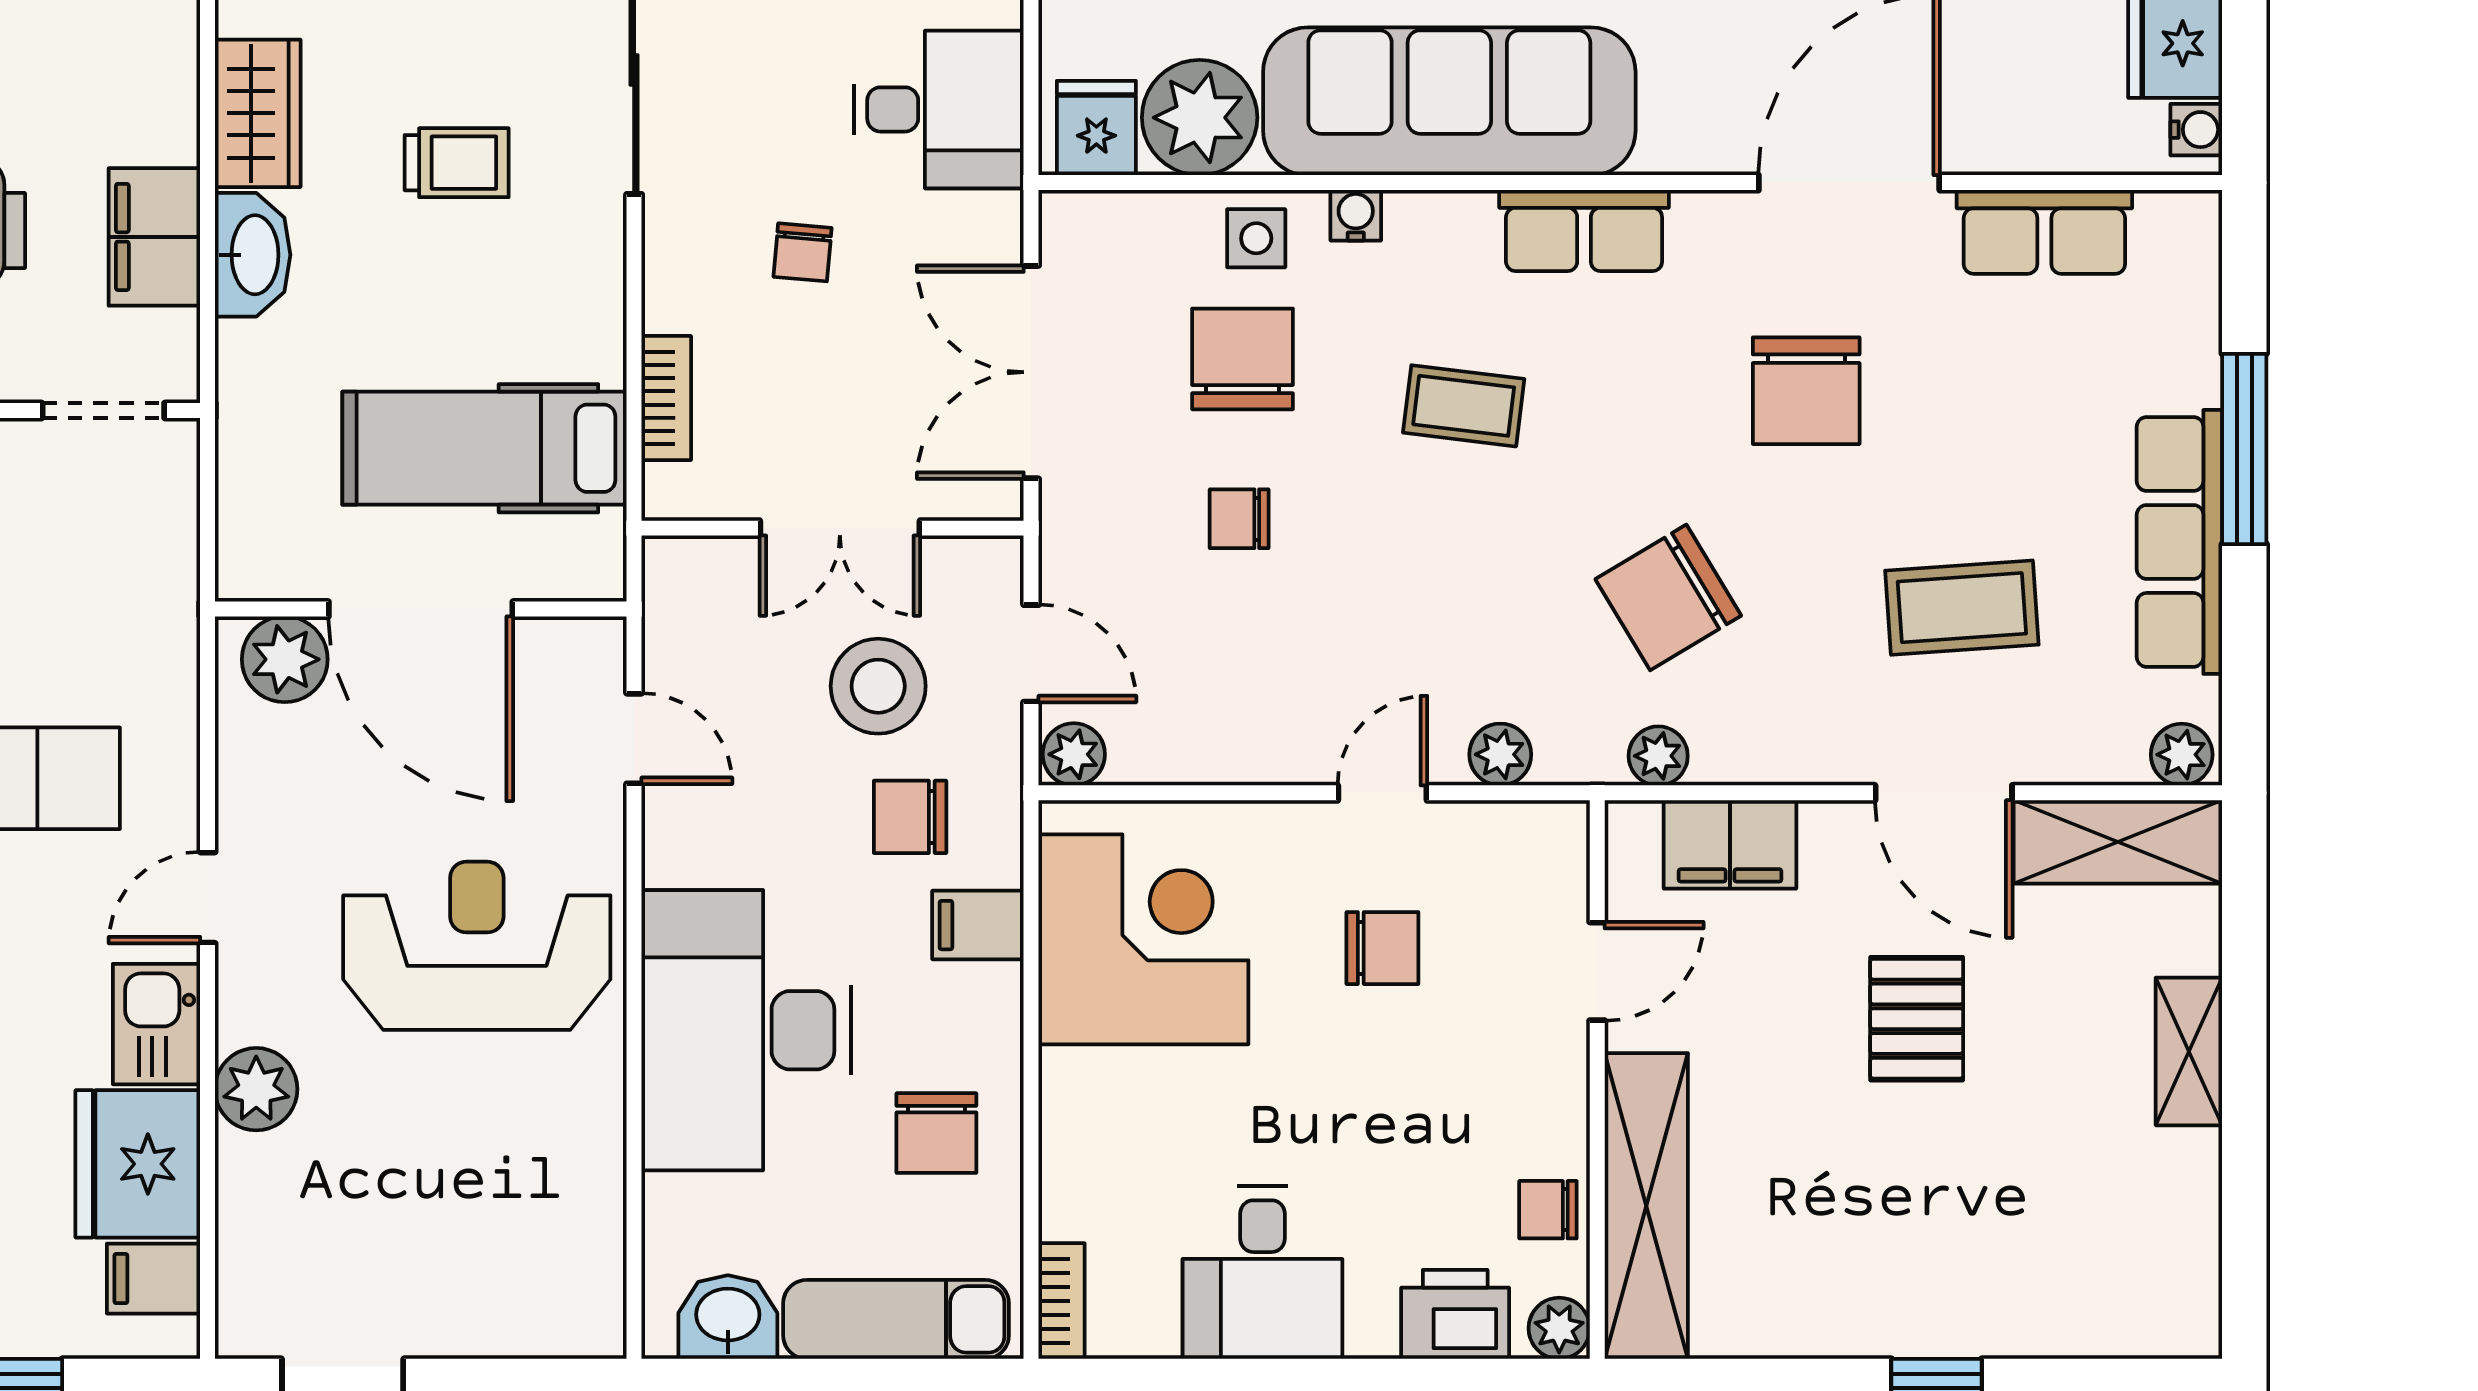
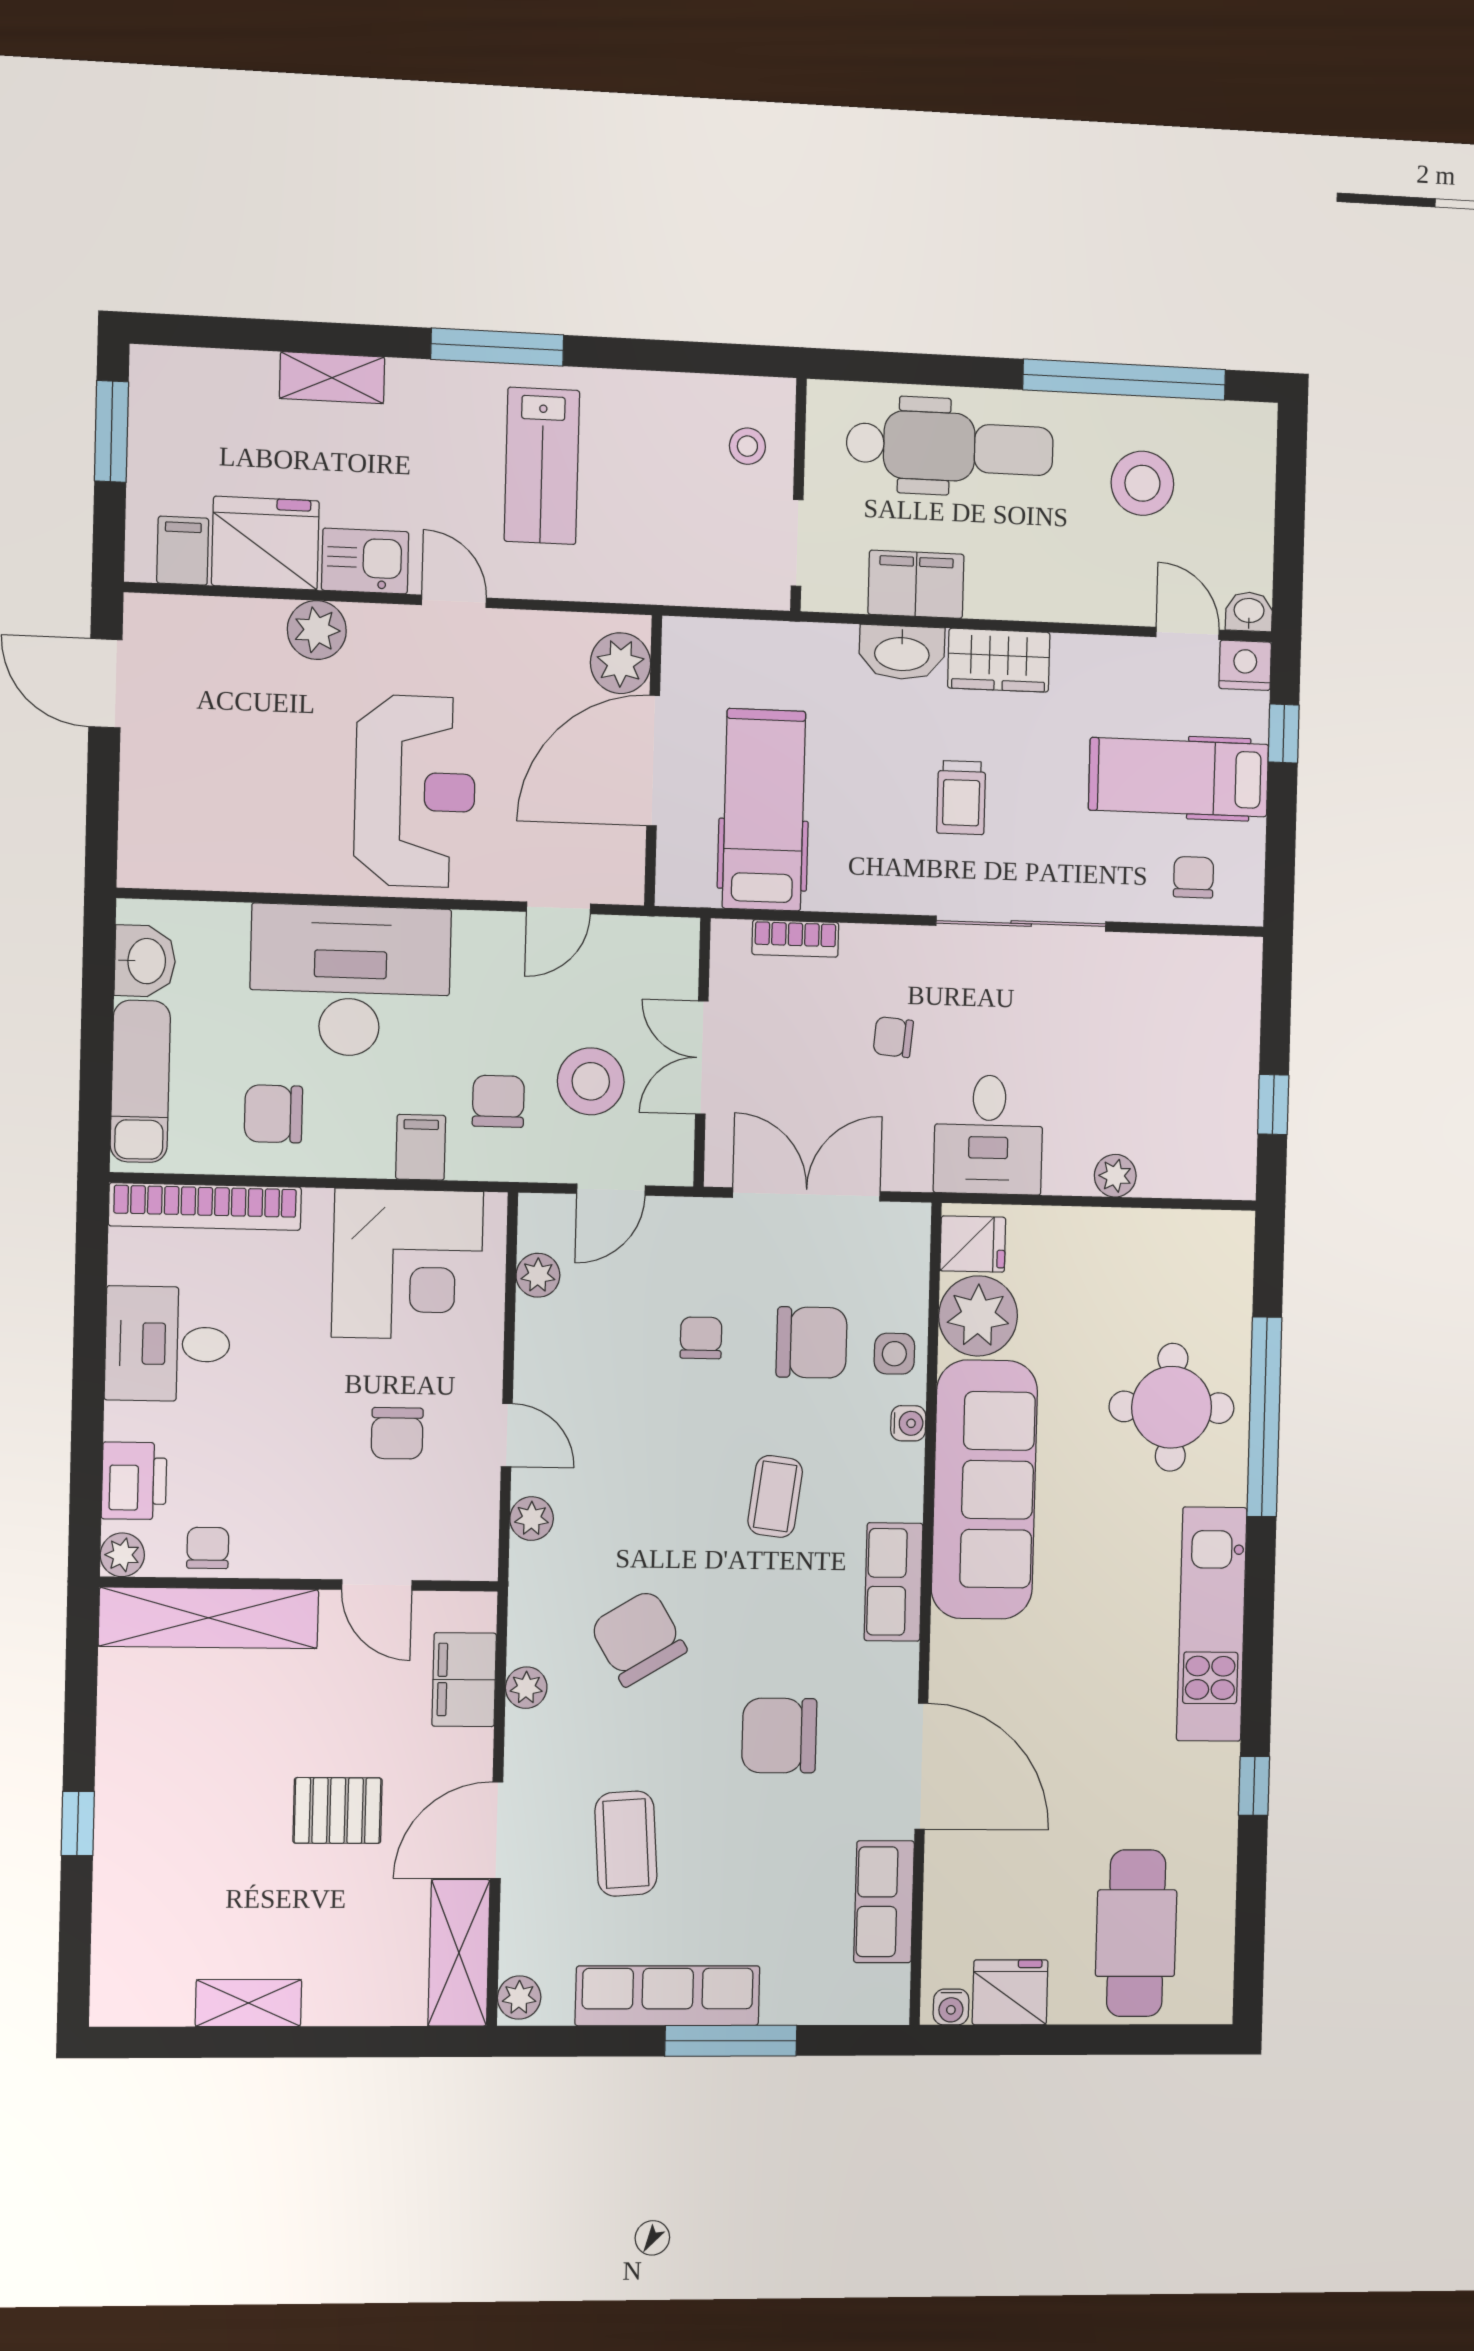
plant: (1074, 754) -> (538, 1275), moved
plant: (1658, 756) -> (526, 1688), moved
shelving: (2189, 1051) -> (248, 2003), moved
bookcase: (1062, 1301) -> (205, 1206), width x2.31, depth x1.31

